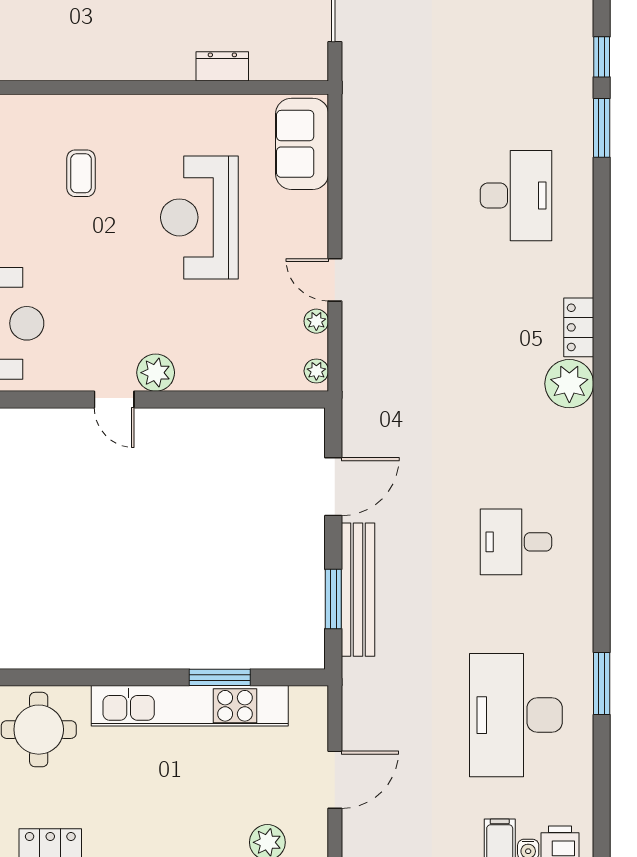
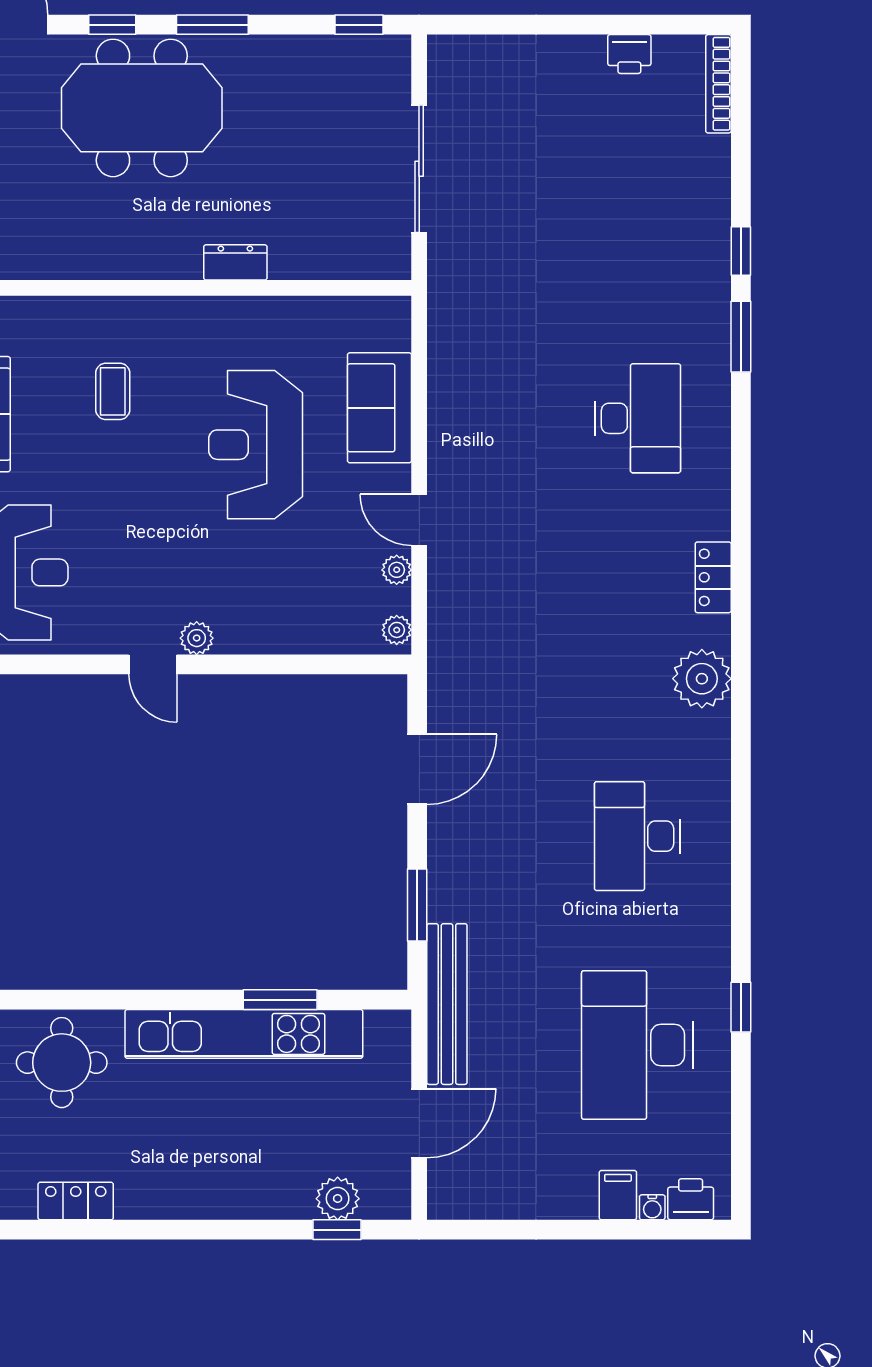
dresser: (222, 66) -> (235, 262), moved
sofa: (302, 144) -> (379, 408), moved
plant: (156, 373) -> (197, 638), width x0.73, depth x0.73
plant: (569, 384) -> (702, 679), moved
desk: (516, 542) -> (637, 836), width x1.37
bench: (358, 590) -> (447, 1004), moved
window: (602, 684) -> (741, 1007), width x0.67

